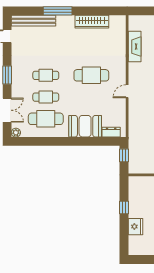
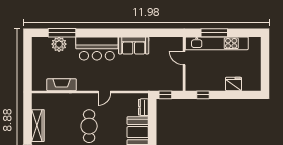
door: (127, 91) -> (104, 92), hinge flipped
window: (124, 207) -> (203, 95), moved

